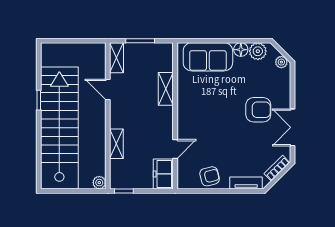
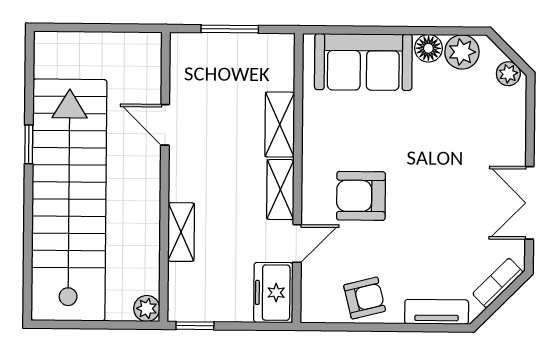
shelving: (116, 58) -> (280, 190), moved
armchair: (258, 110) -> (361, 196), moved, turned 180

